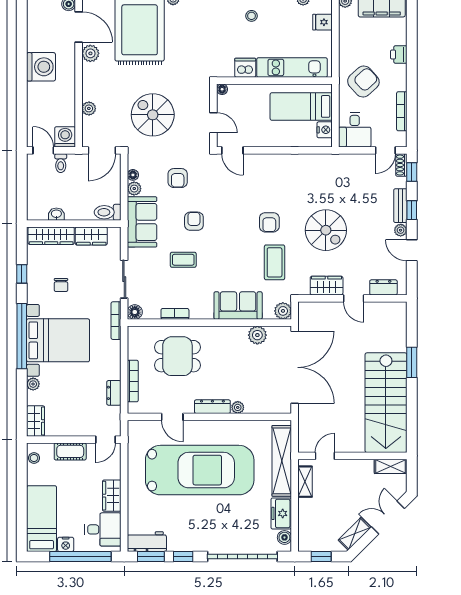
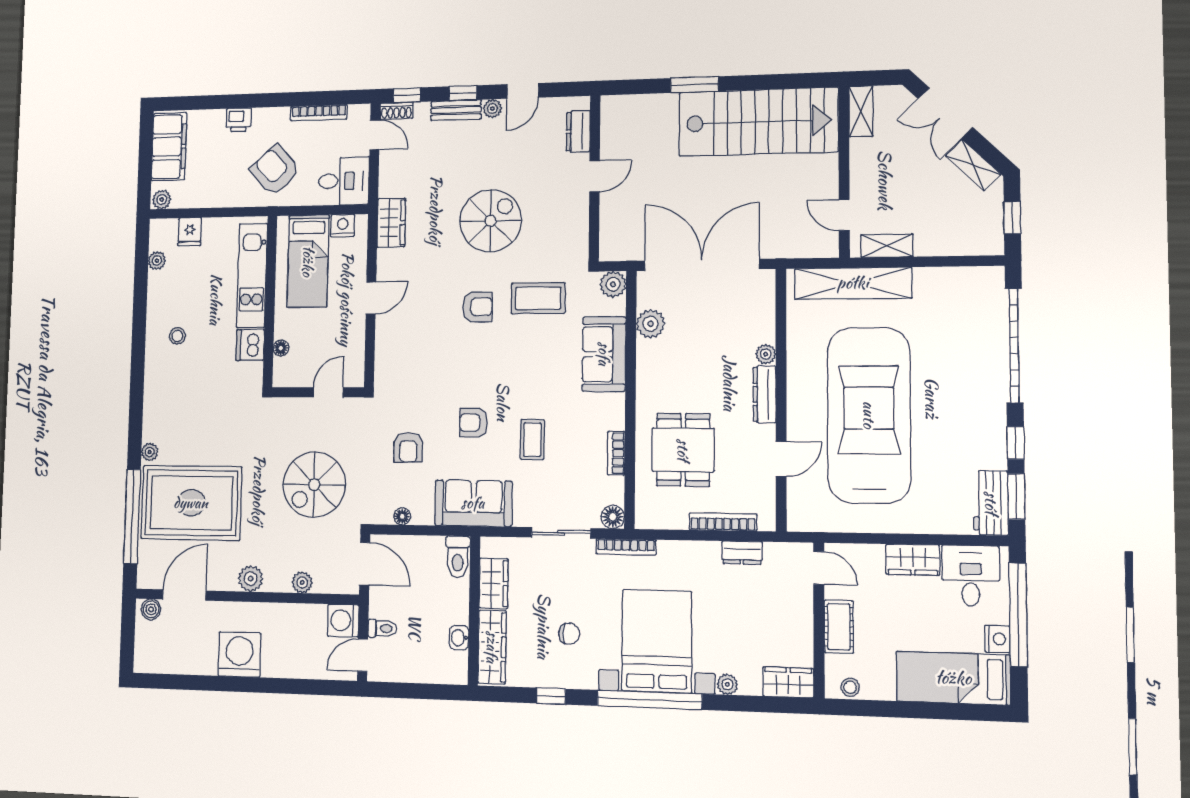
plant: (90, 53) -> (251, 579), moved
floor lamp: (222, 89) -> (281, 348), moved
door: (232, 150) -> (371, 298), moved
armchair: (178, 178) -> (408, 447), turned 90
plant: (134, 189) -> (423, 515), removed
wardrobe: (327, 286) -> (391, 223), moved, turned 180
freezer: (281, 513) -> (940, 283), removed
boiler: (284, 537) -> (981, 277), removed

